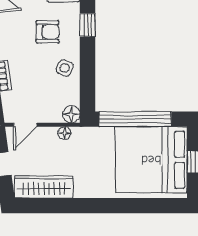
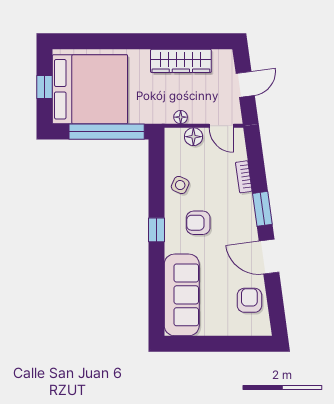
floor lamp: (71, 114) -> (193, 137), moved
door: (25, 125) -> (221, 126), swing flipped
wardrobe: (44, 187) -> (181, 61), moved

